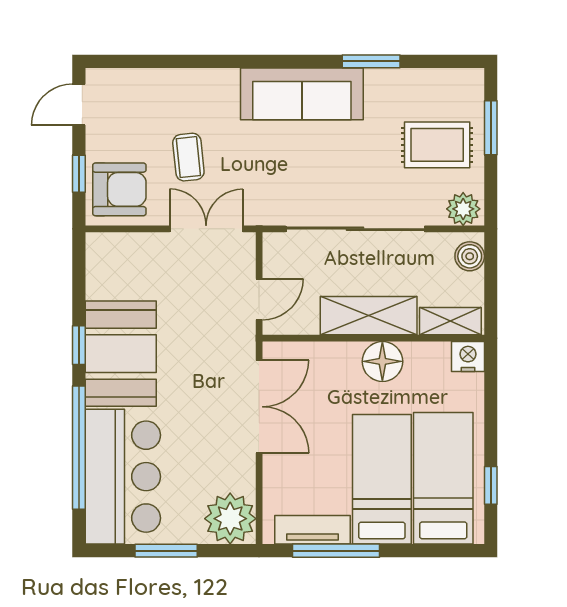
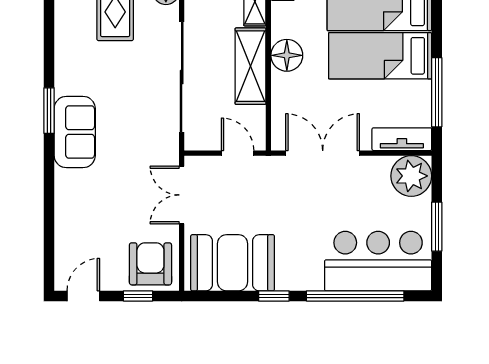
window: (371, 61) -> (49, 111), moved
sofa: (302, 94) -> (75, 132), width x0.73
door: (79, 105) -> (83, 296), swing flipped
coffee table: (188, 157) -> (125, 209), removed
booth: (121, 354) -> (233, 263), moved
tv unit: (312, 530) -> (402, 139), moved, turned 90

